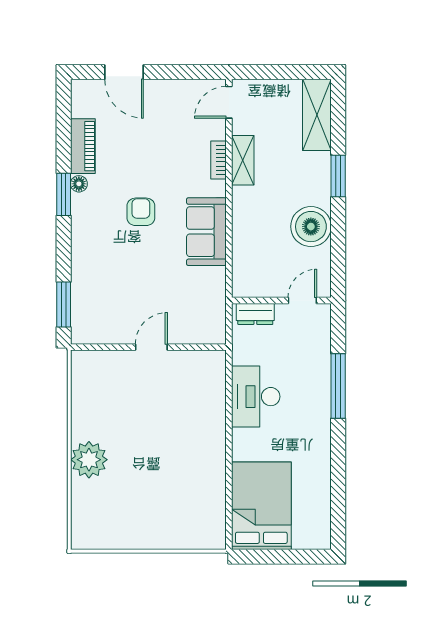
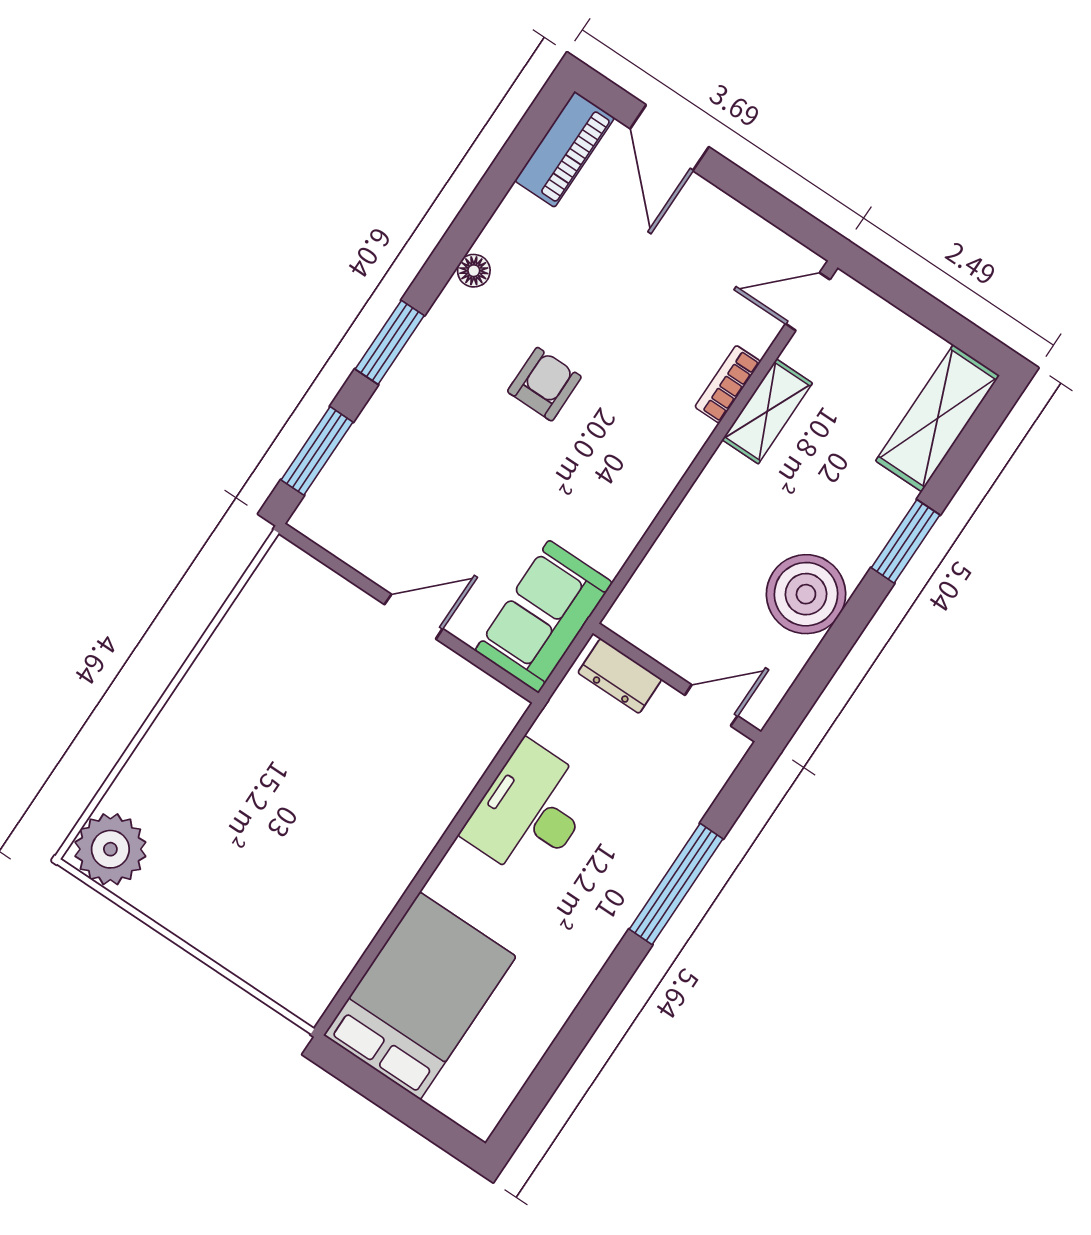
piano: (83, 146) -> (565, 149), moved
window: (64, 194) -> (390, 342), moved
sofa: (206, 232) -> (544, 617), moved
plant: (89, 460) -> (110, 849), moved

